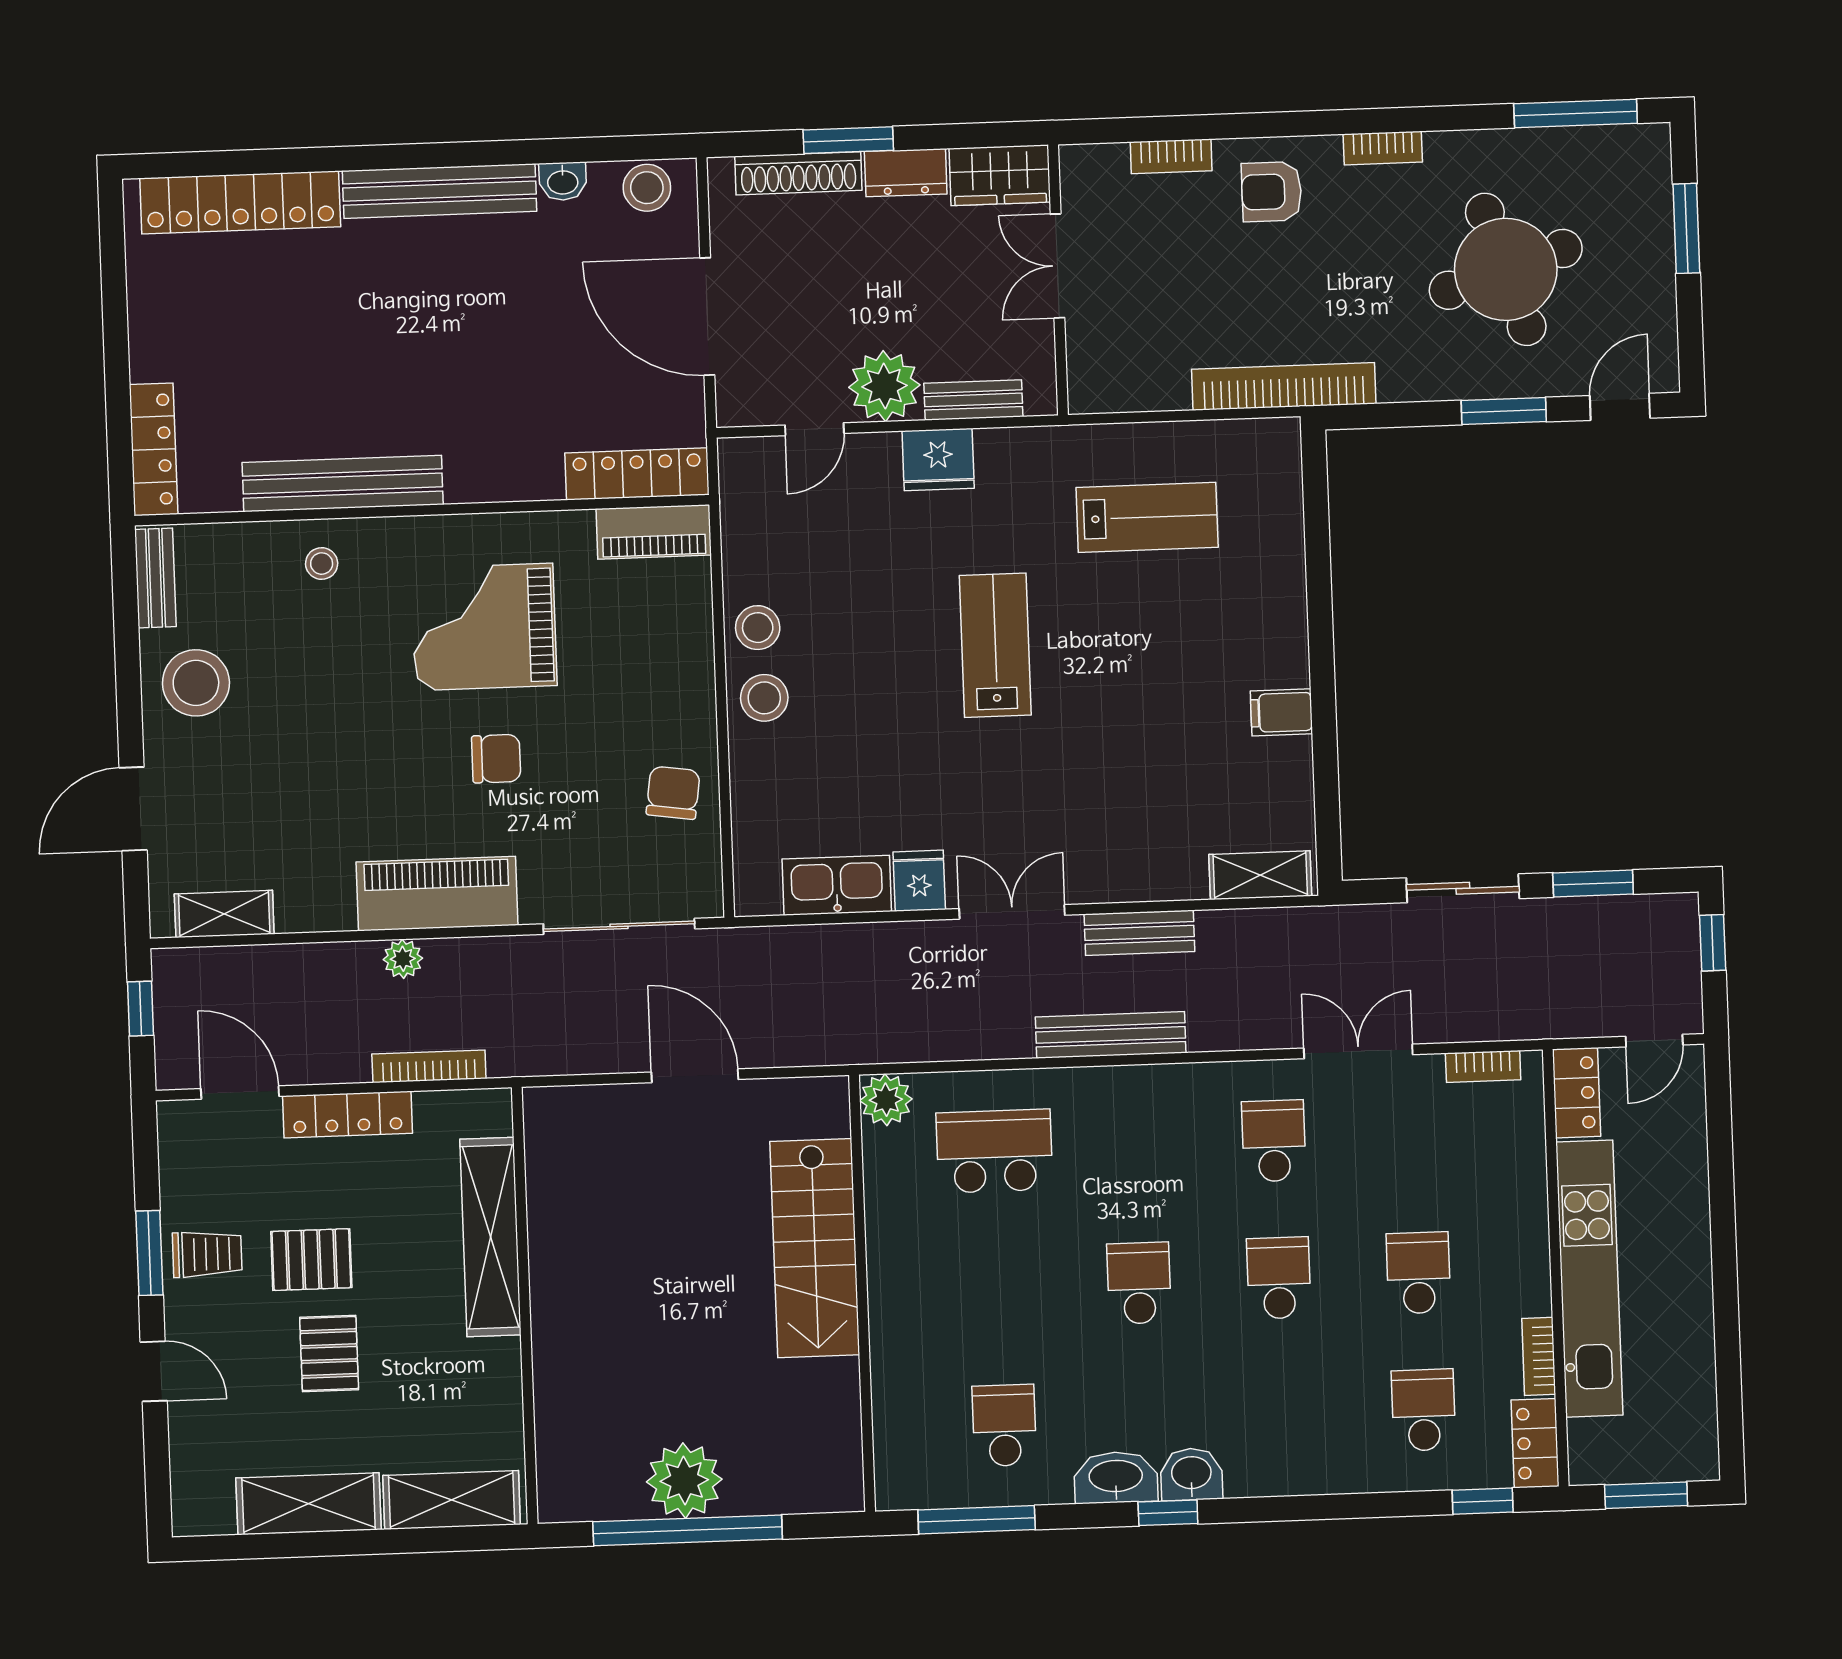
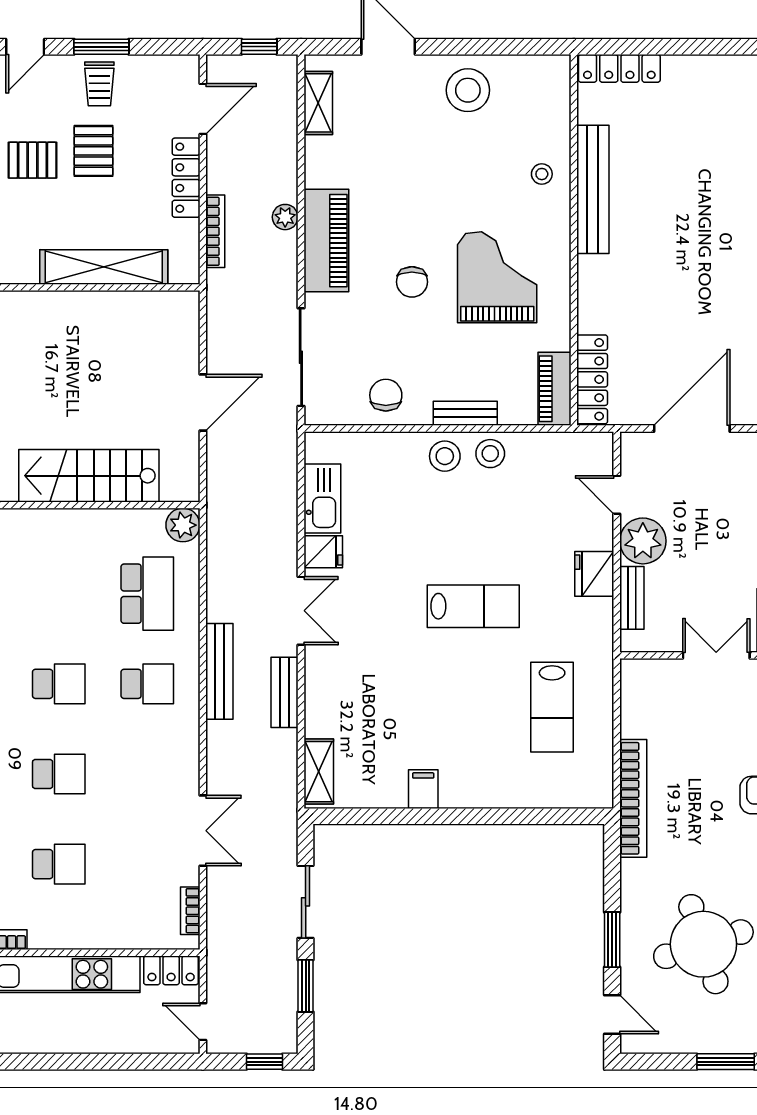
bench: (155, 578) -> (465, 413), moved
chair: (673, 793) -> (386, 395), turned -98
school desk: (1274, 1141) -> (147, 684), moved

